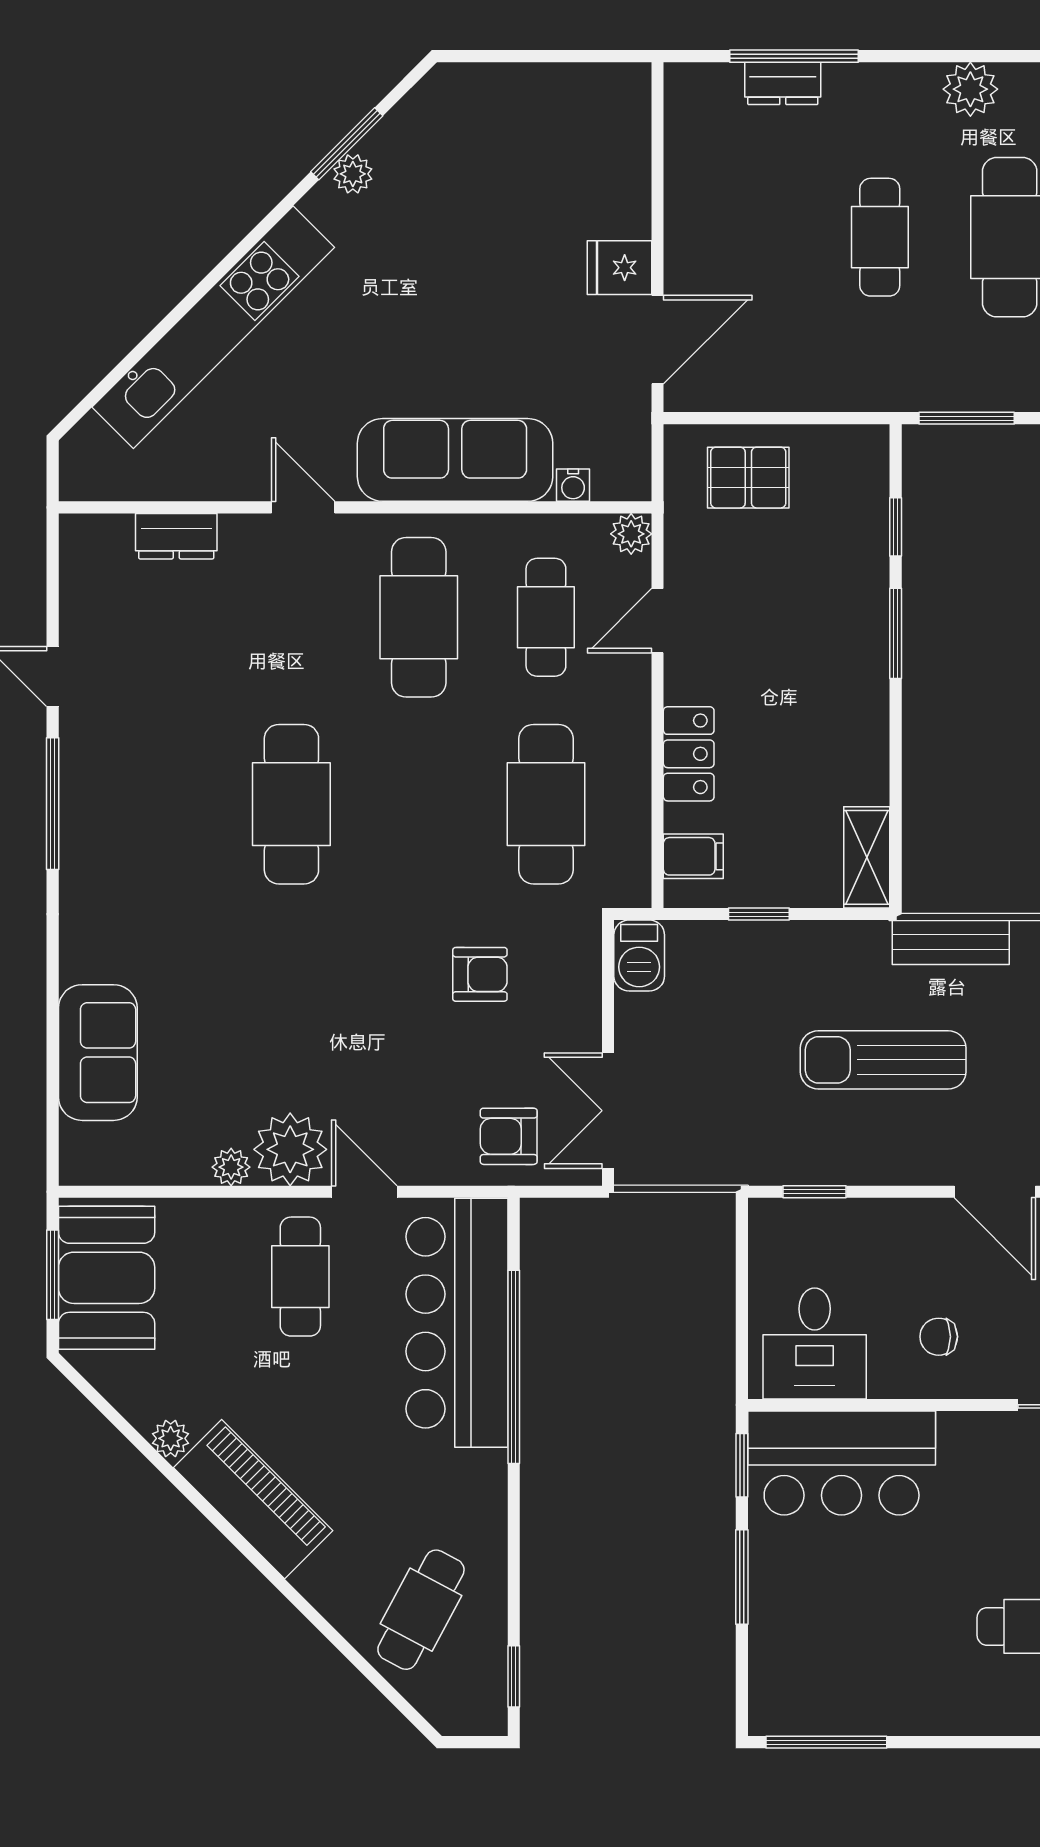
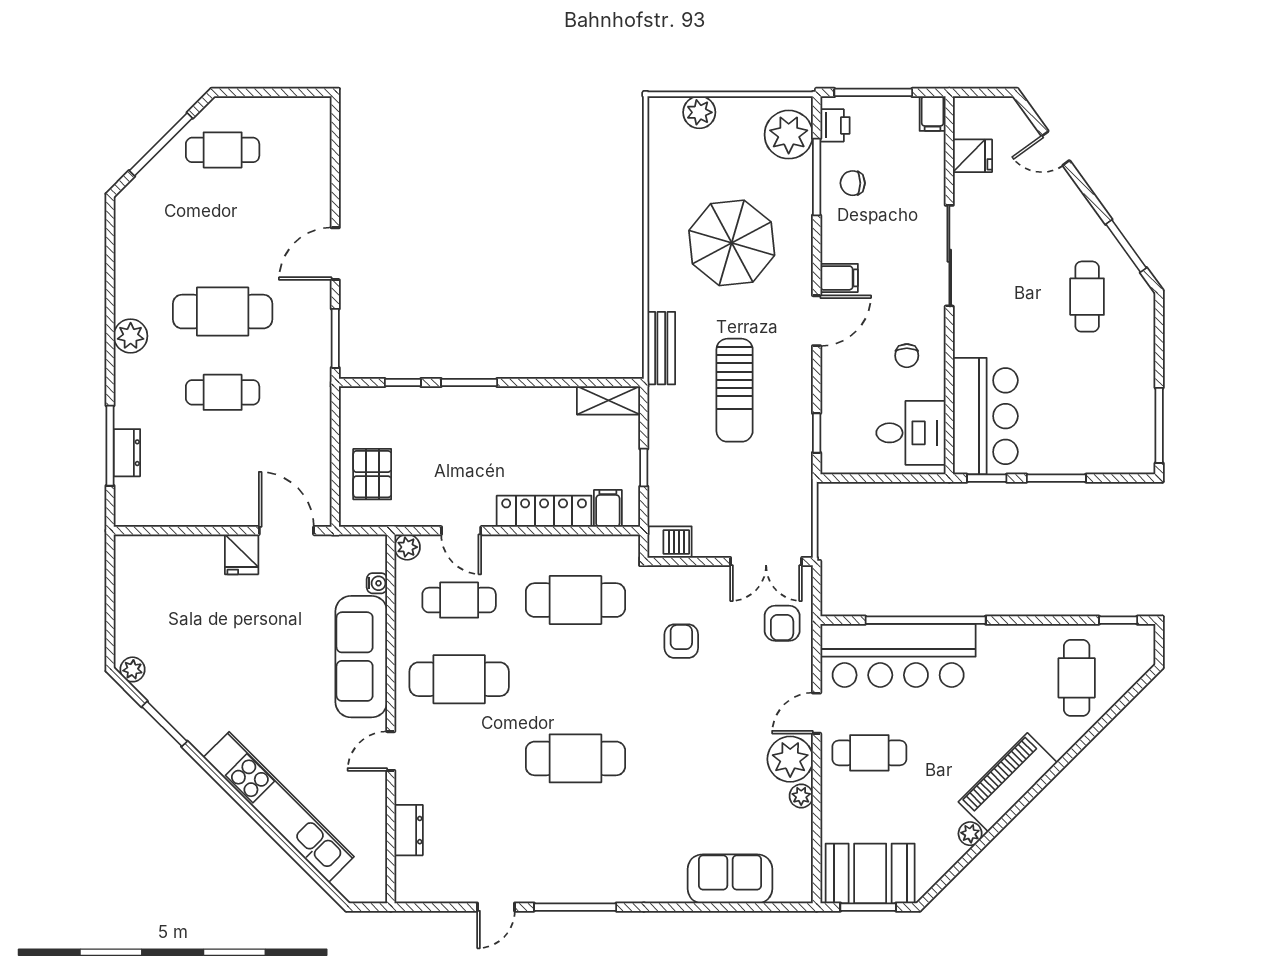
plant: (353, 174) -> (133, 669), moved
locker: (689, 754) -> (544, 511), width x1.53
cafe table: (421, 1610) -> (1077, 678), turned 62

